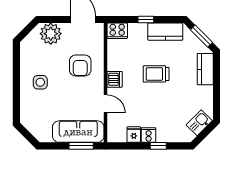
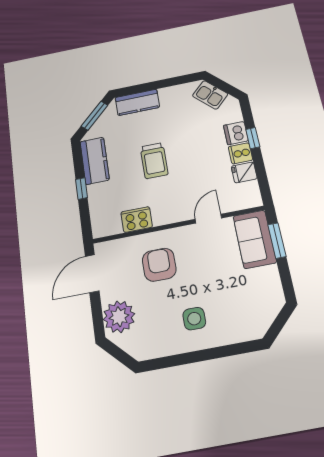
cooker: (117, 31) -> (137, 220), moved, turned -90
armchair: (80, 65) -> (159, 265), turned -90
dishwasher: (115, 79) -> (236, 133), moved, turned -90
sofa: (78, 132) -> (255, 239), width x0.73

